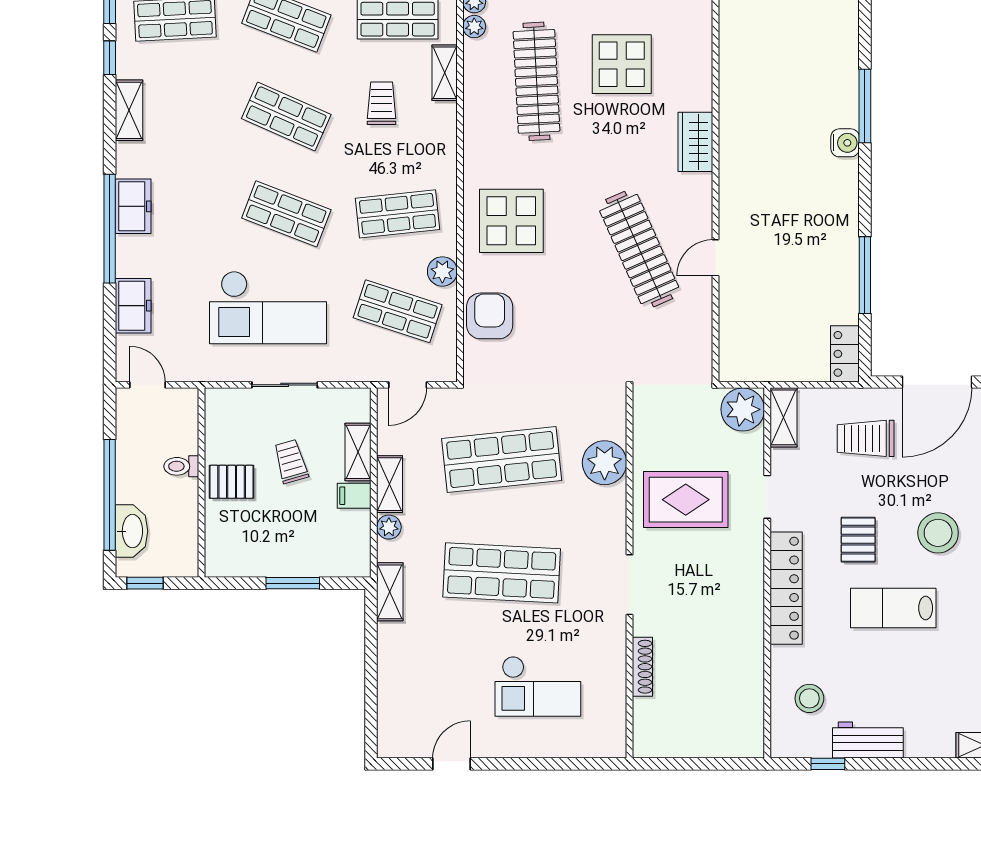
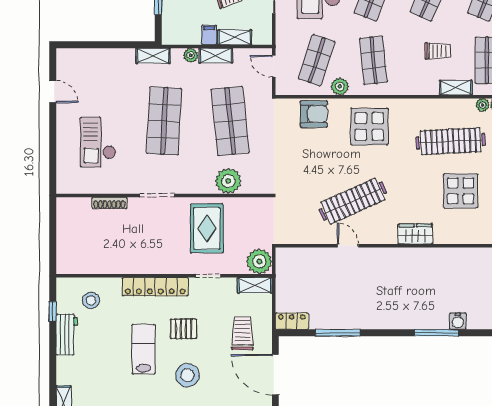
water cooler: (845, 143) -> (458, 321), moved

